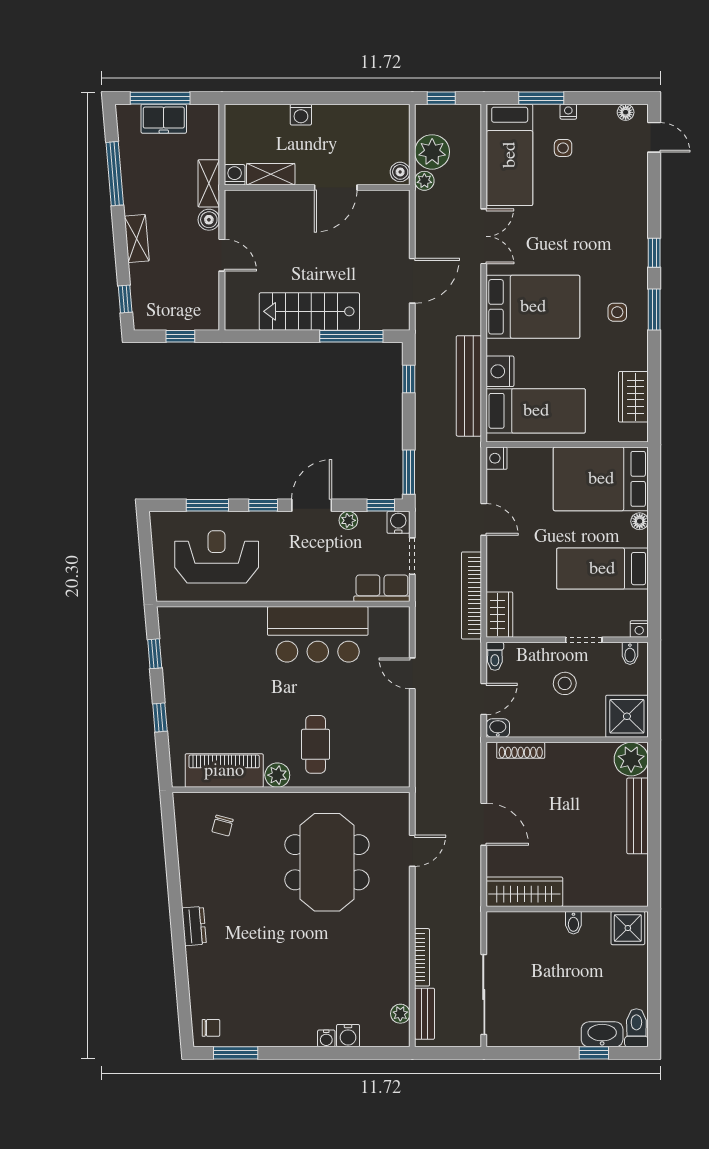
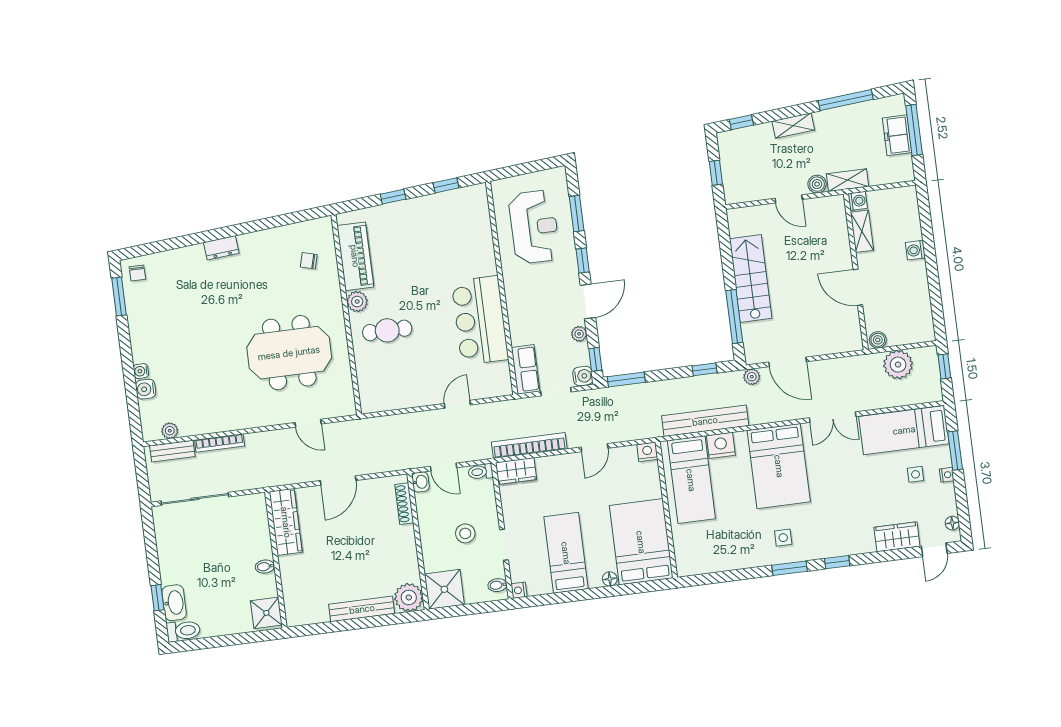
plant: (424, 181) -> (752, 377), moved
door: (222, 255) -> (789, 199), hinge flipped
wardrobe: (633, 397) -> (897, 537), moved
door: (312, 505) -> (588, 301), hinge flipped

